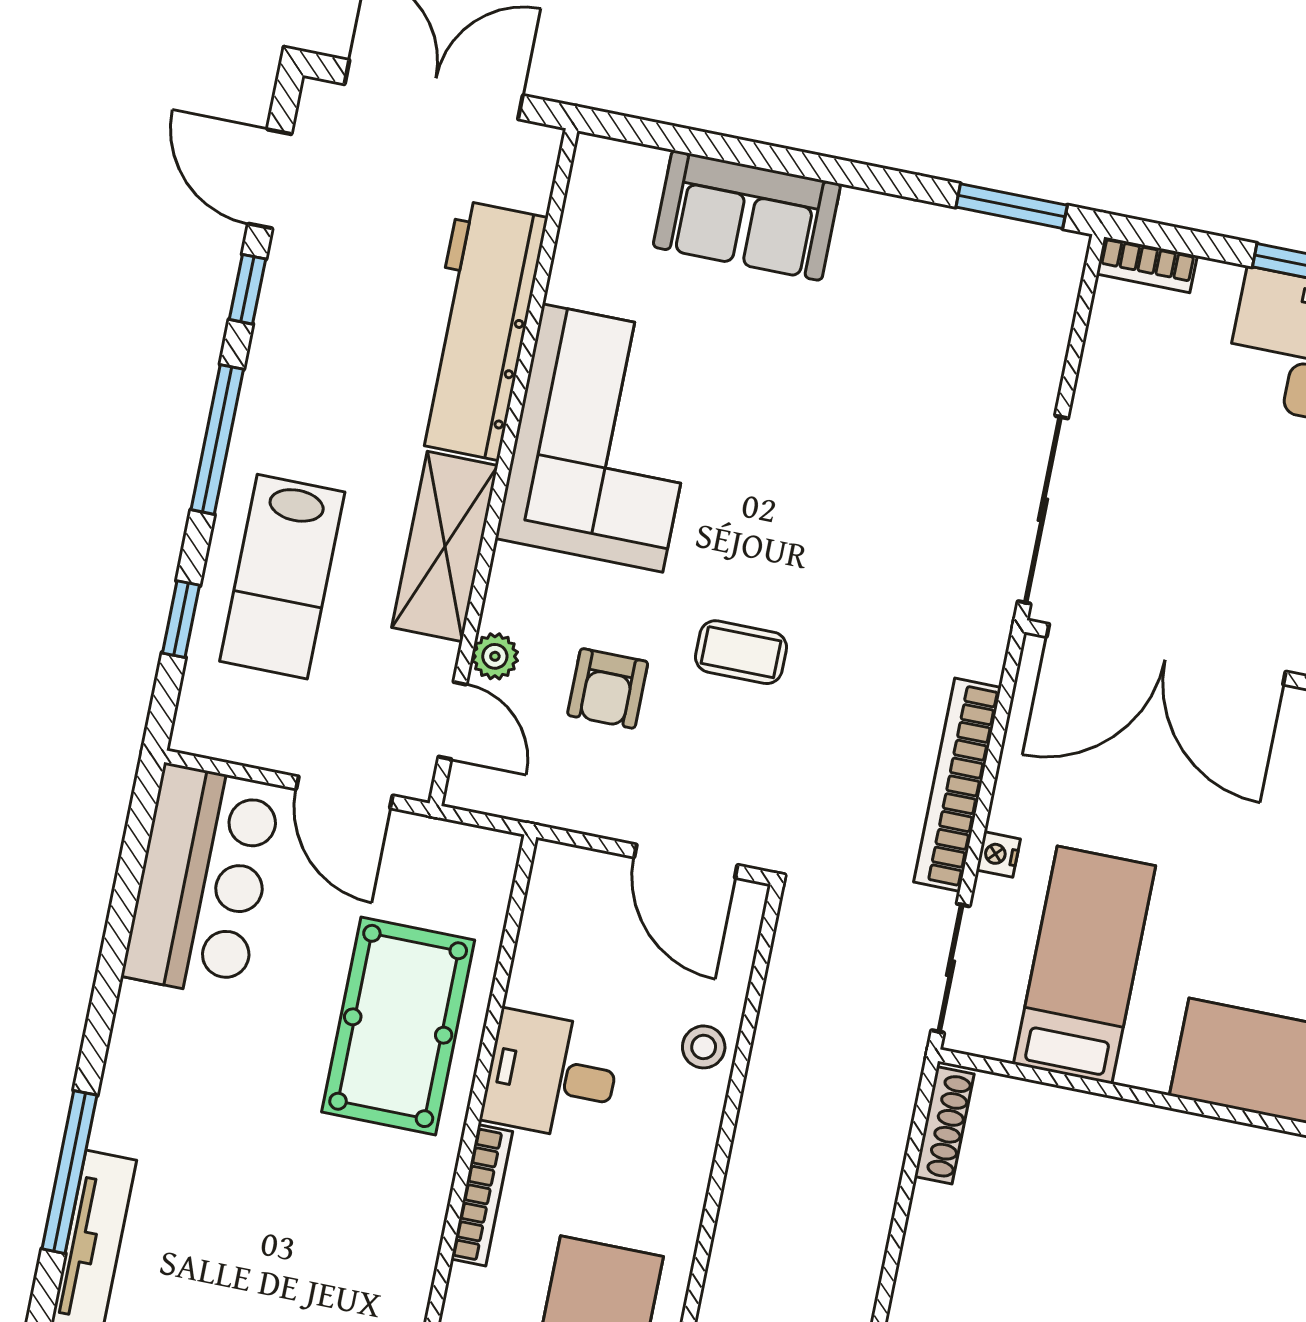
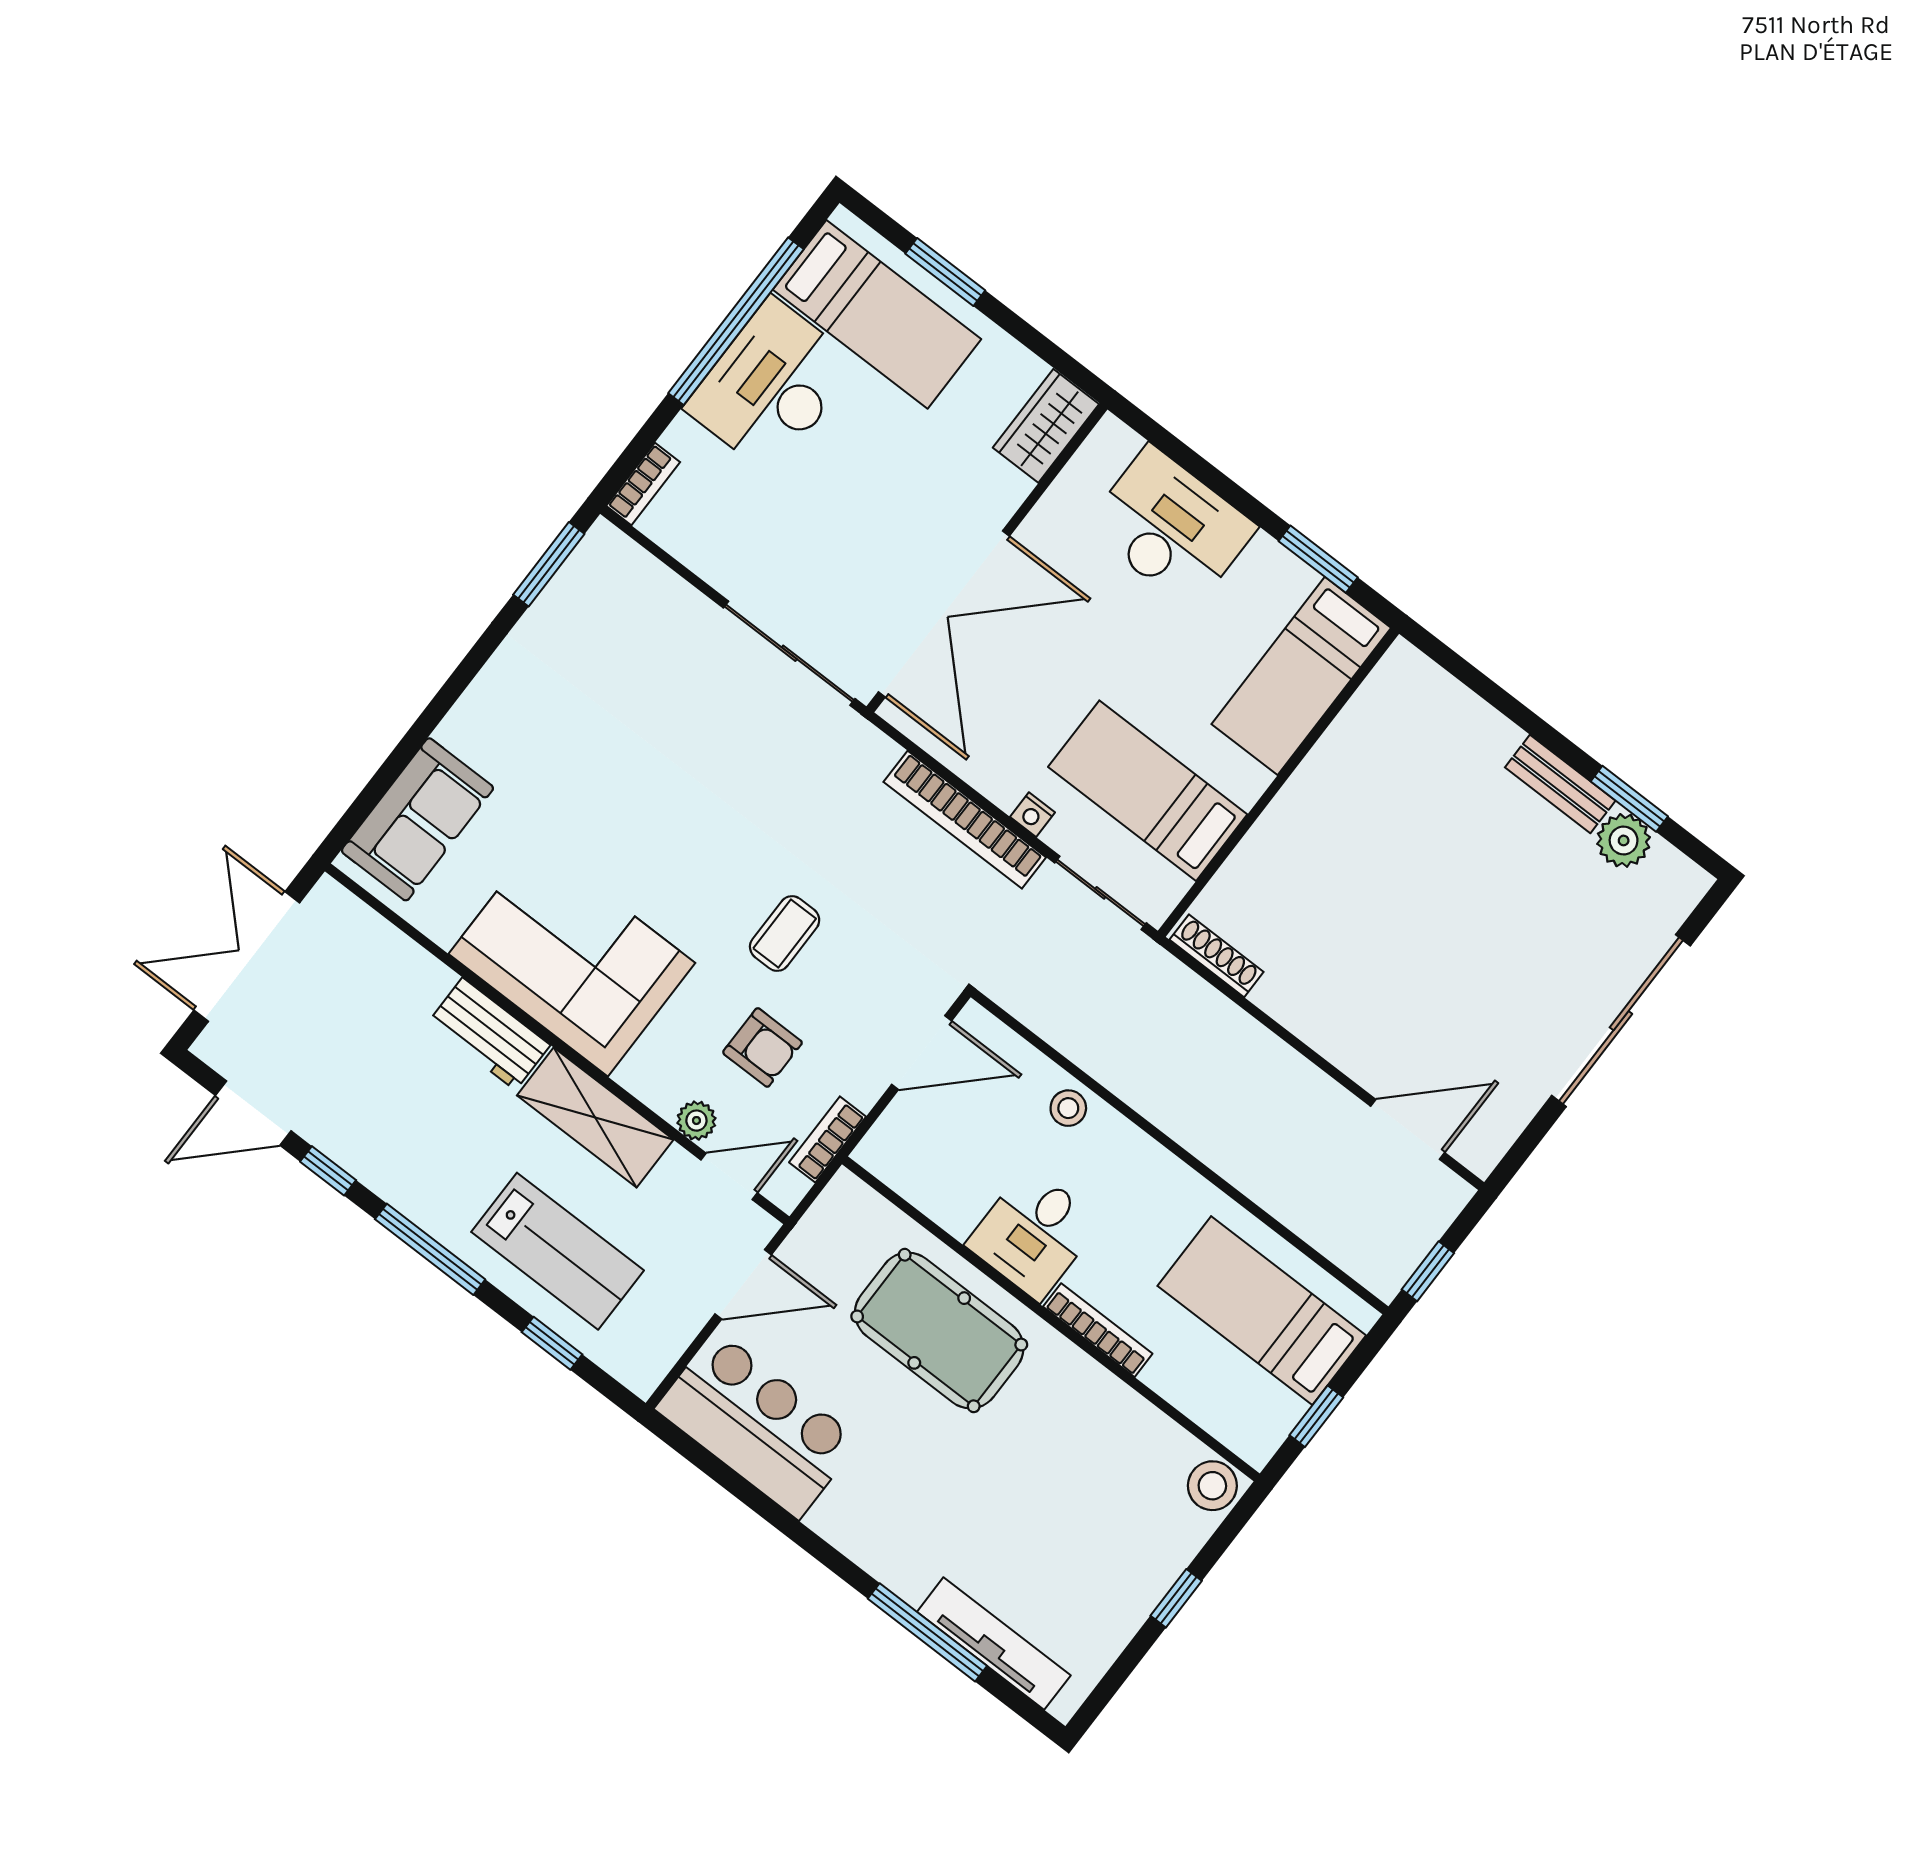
sofa: (747, 215) -> (417, 819), moved
workbench: (479, 330) -> (489, 1034), width x0.53, depth x0.76
bookcase: (544, 806) -> (828, 1139), added

